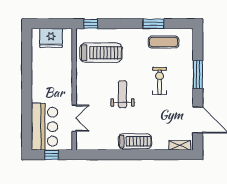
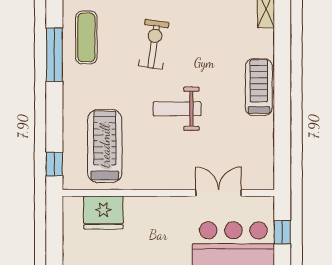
window: (154, 24) -> (54, 55), width x1.44
fridge: (51, 38) -> (103, 212), moved, turned 90
exercise bike: (160, 81) -> (154, 44), turned 98

